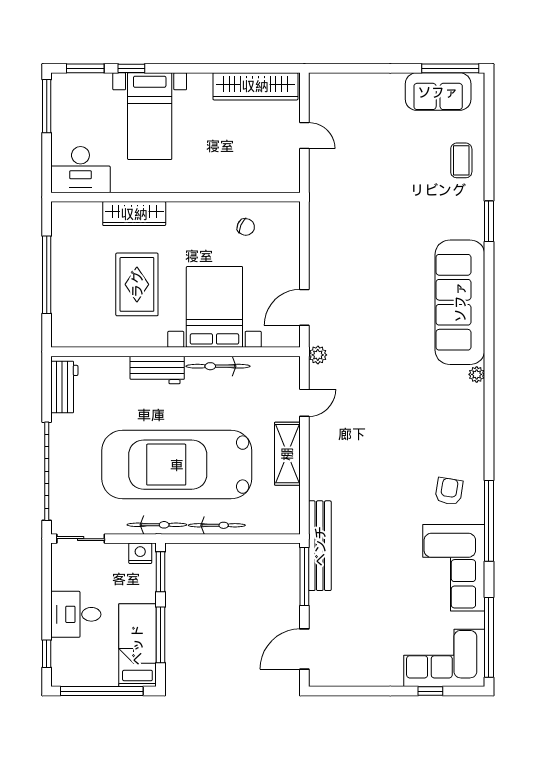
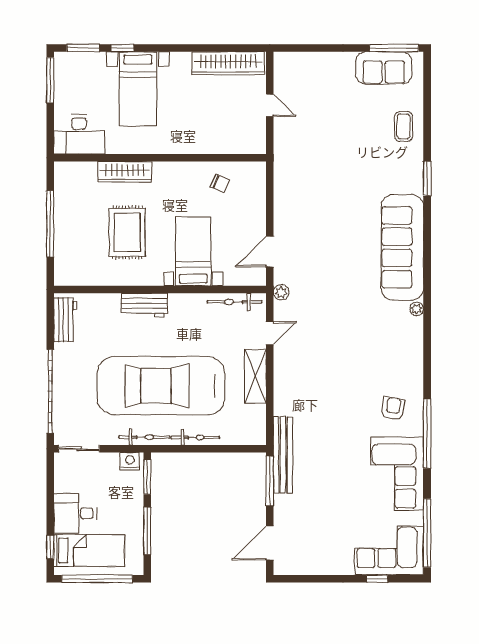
bed with nightstands: (214, 307) -> (193, 251), width x0.73
bicycle: (218, 366) -> (235, 302), moved
bed: (137, 645) -> (89, 550), moved, turned 90

